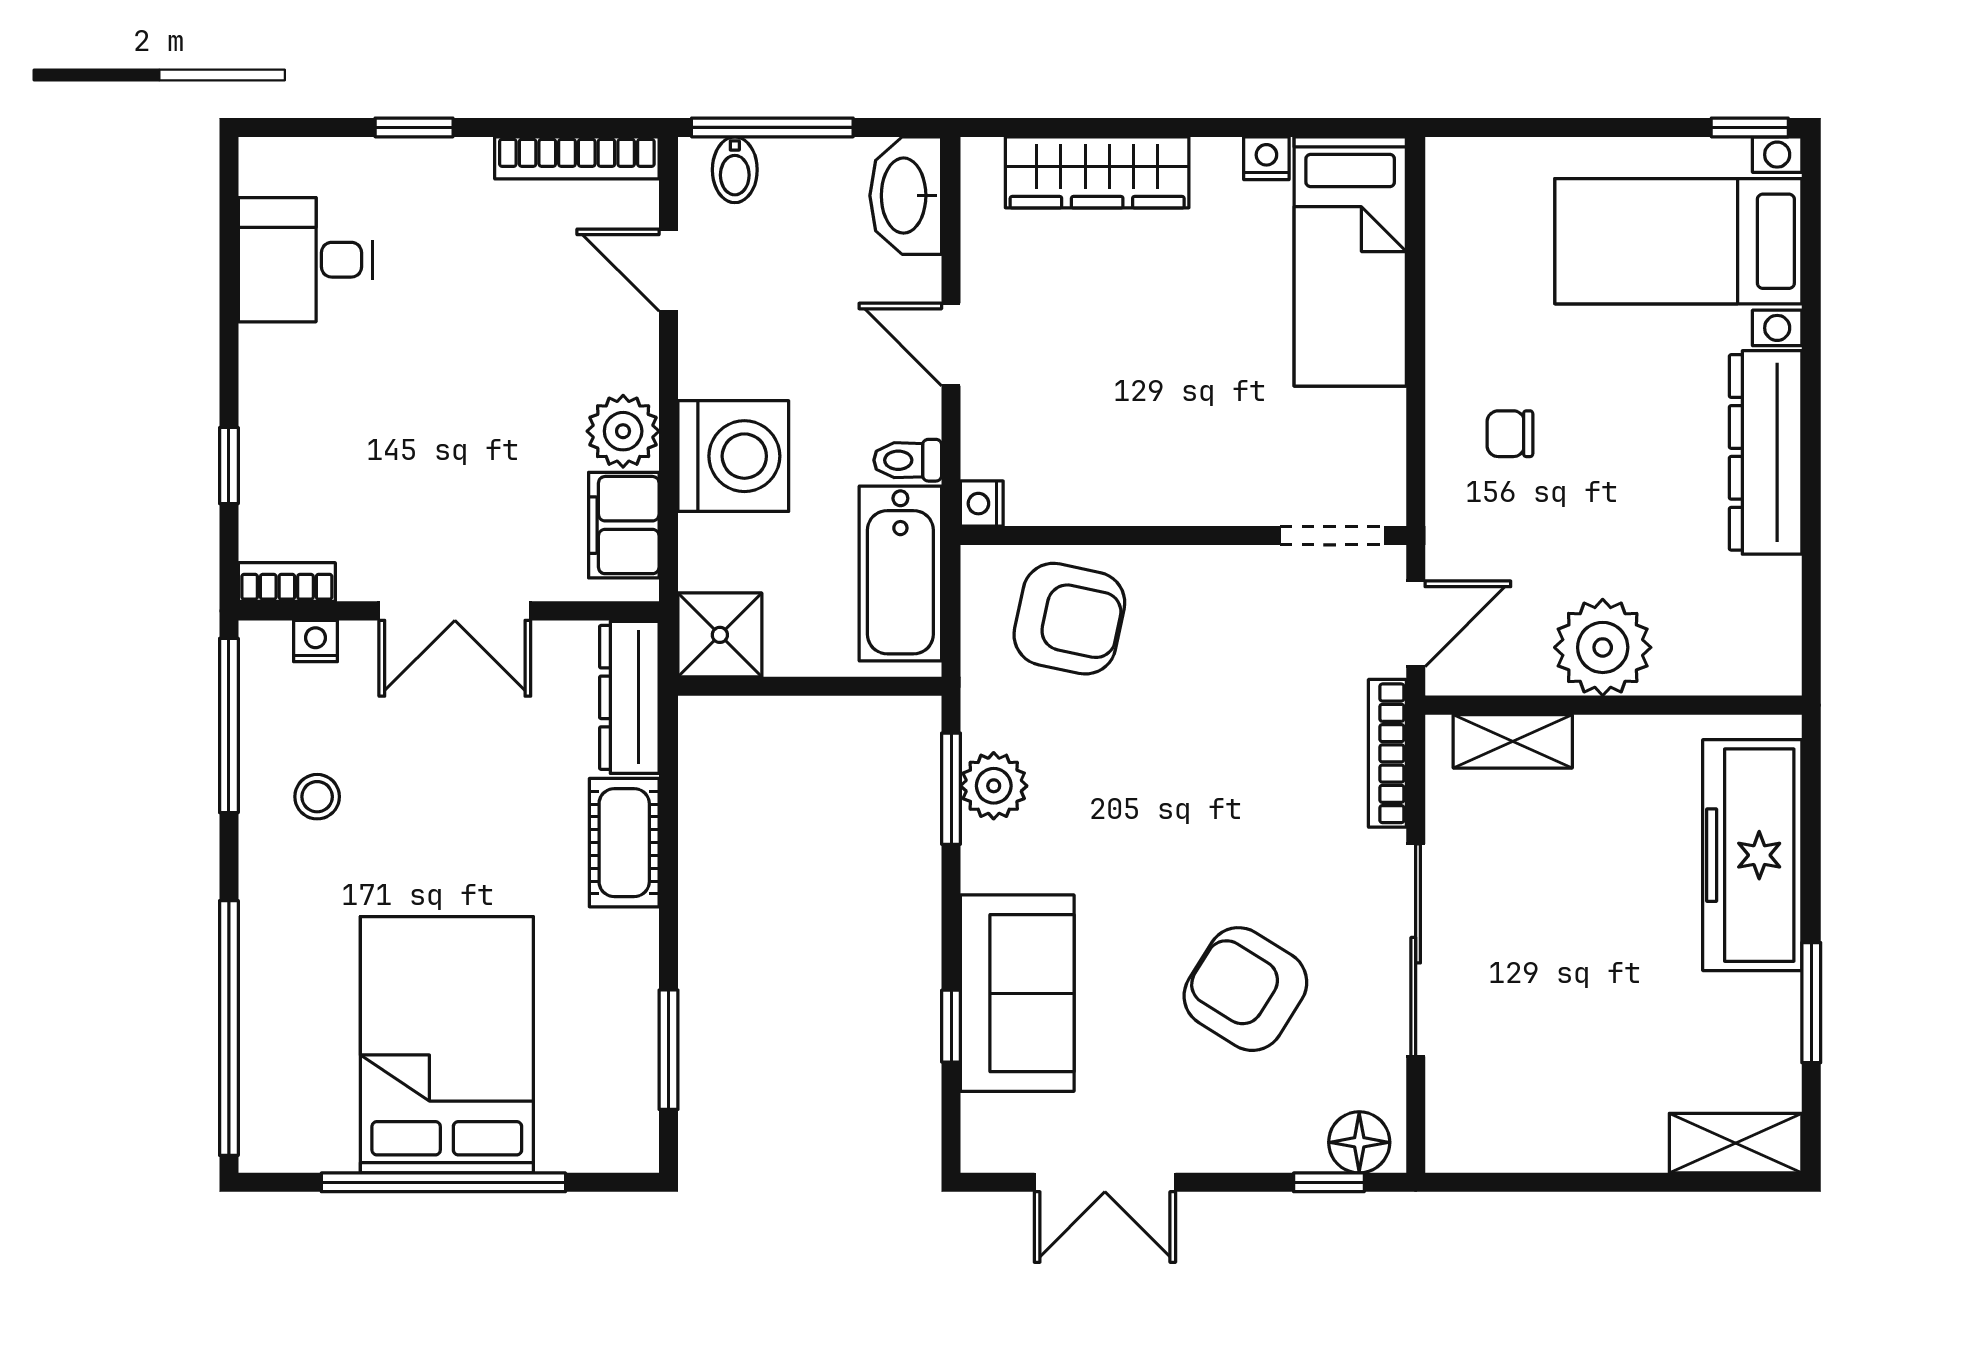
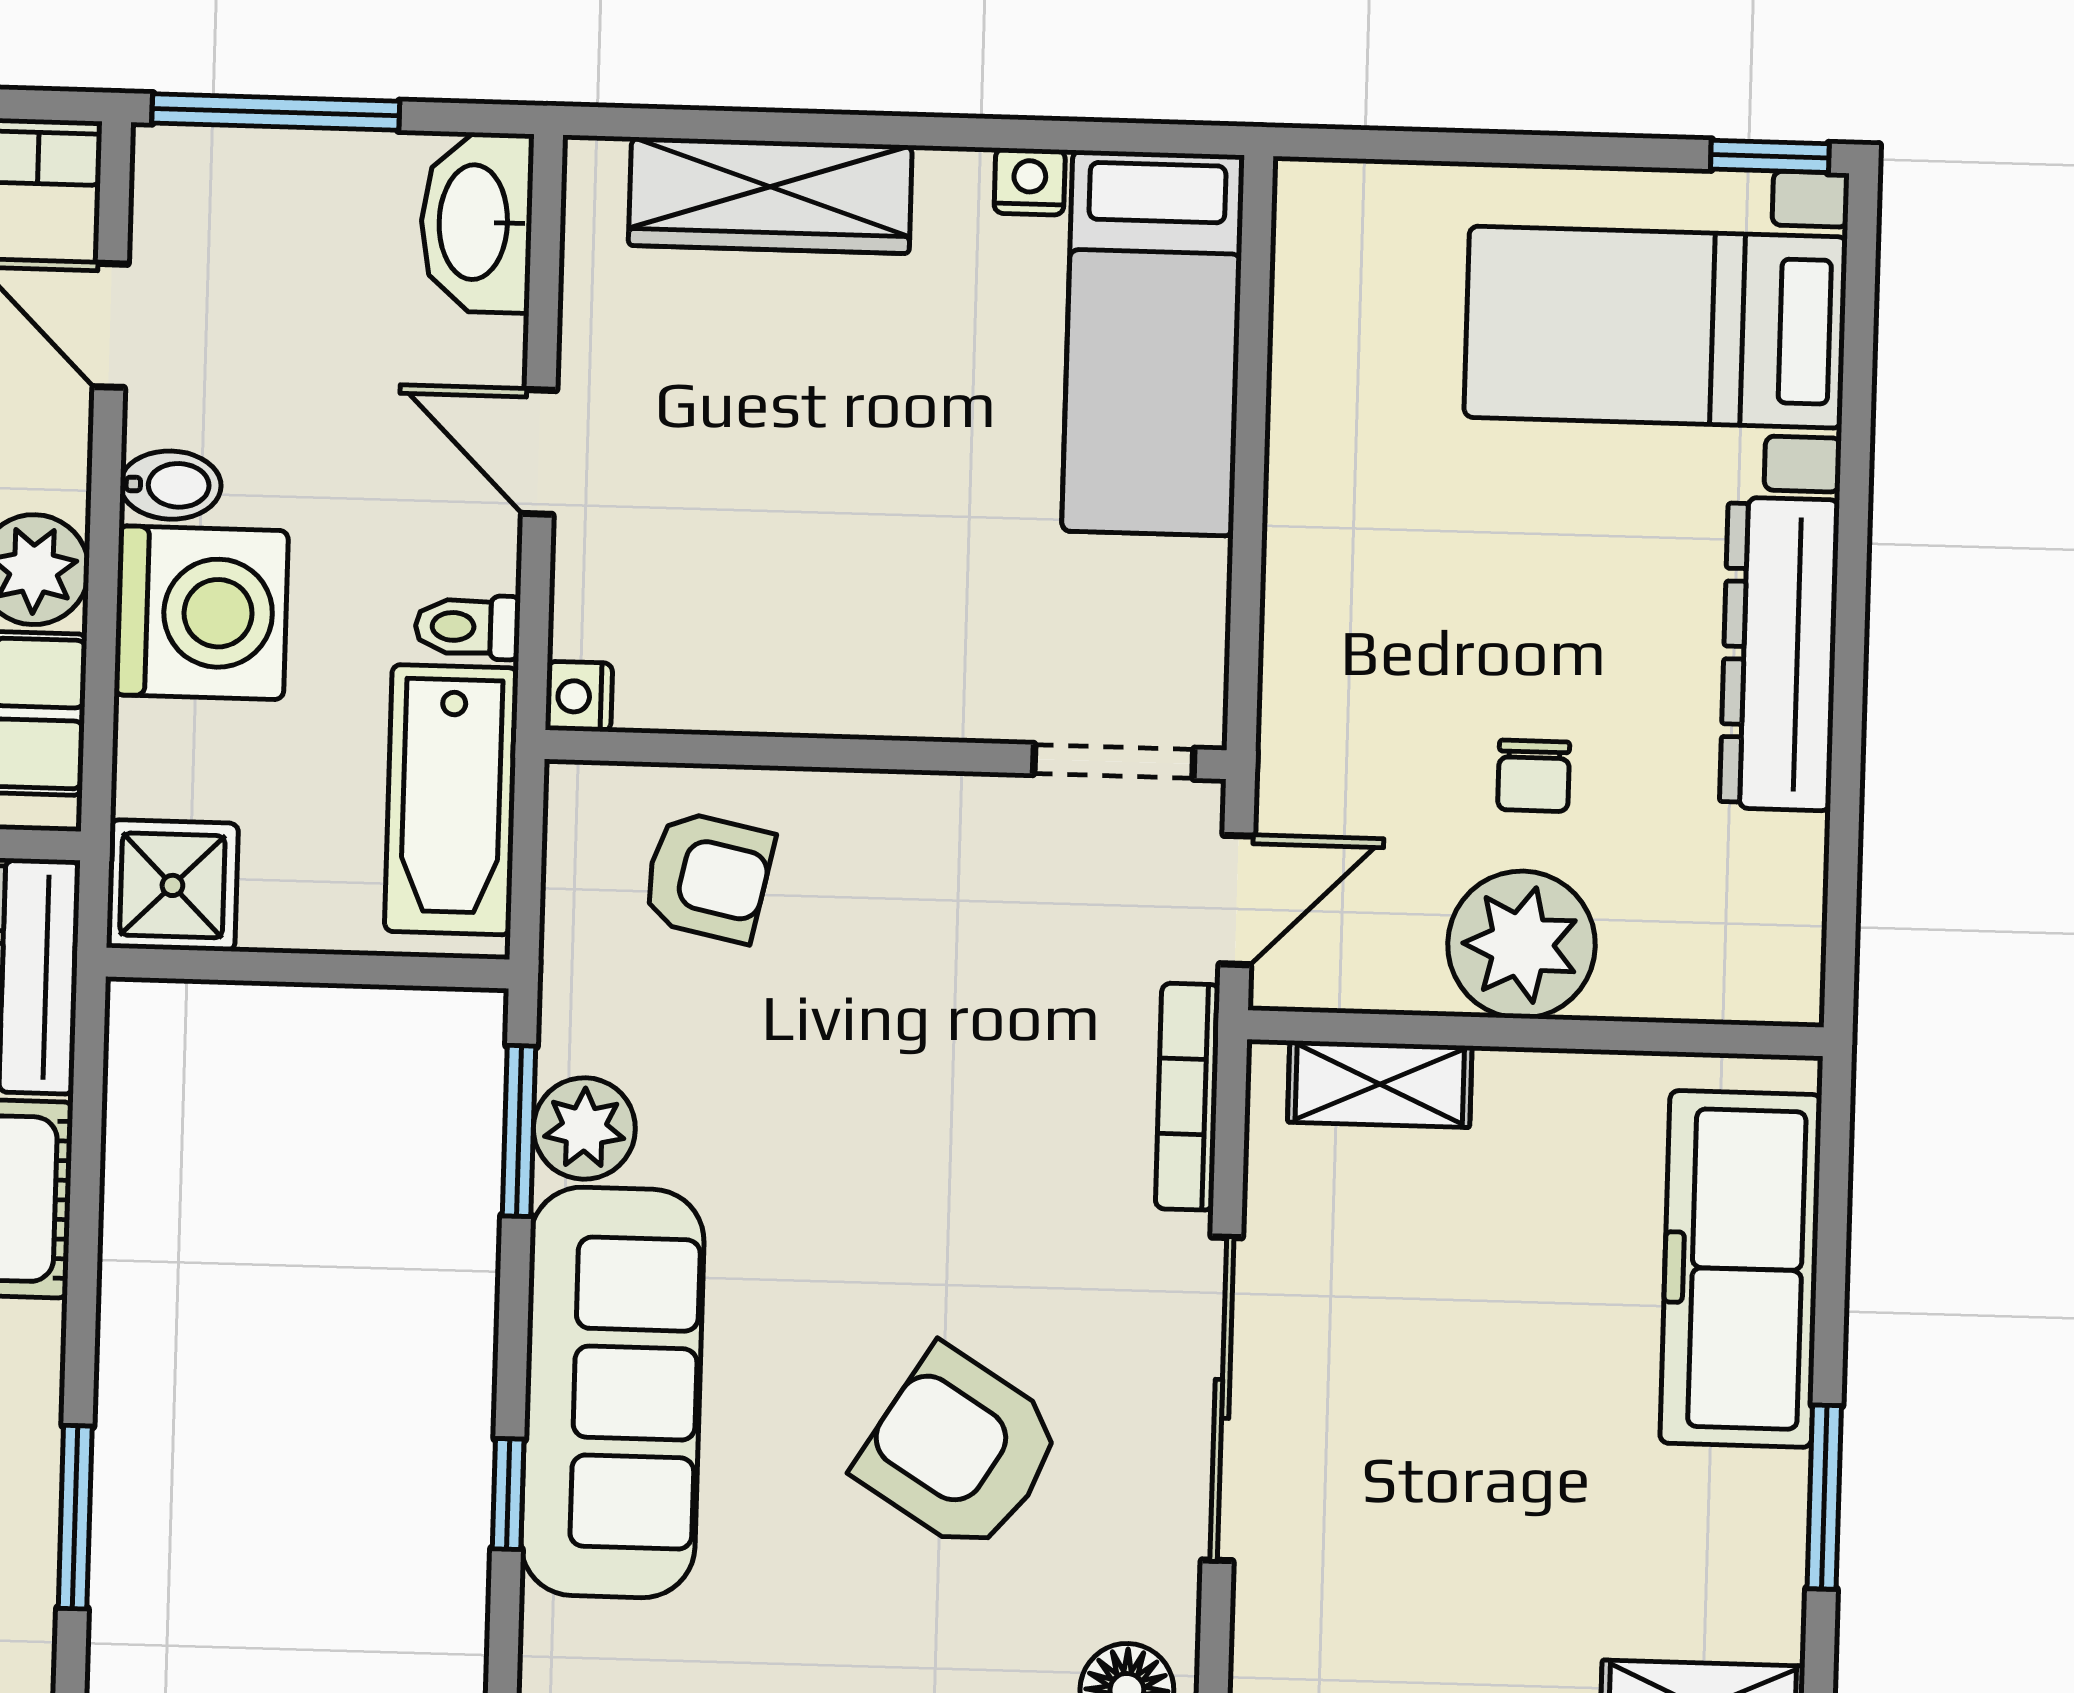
bidet: (735, 170) -> (171, 485), moved, turned -90
chair: (1510, 434) -> (1534, 776), moved, turned -90
armchair: (1069, 619) -> (708, 876), width x0.72, depth x0.72
sofa: (1017, 993) -> (613, 1392), width x1.36

